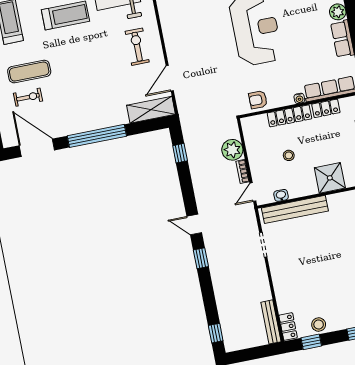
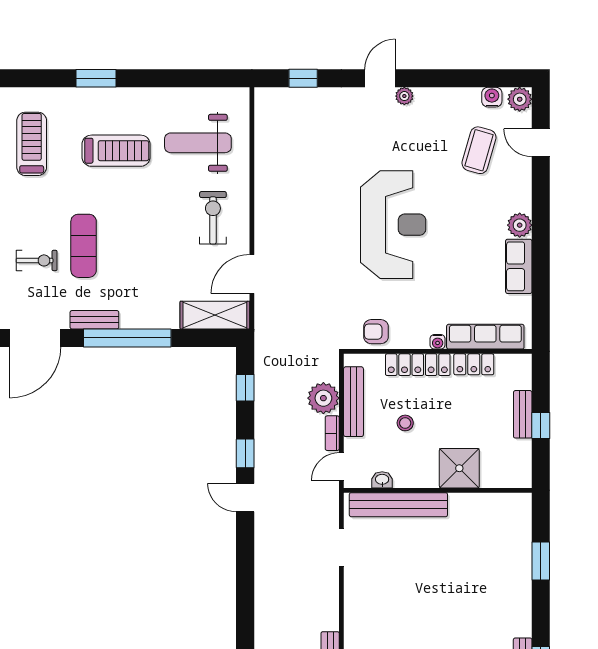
exercise mat: (29, 72) -> (84, 246), moved, turned 90
bench: (73, 128) -> (94, 320), added
door: (37, 148) -> (35, 338), swing flipped
bench: (252, 148) -> (353, 402), added
window: (201, 258) -> (245, 453), moved

